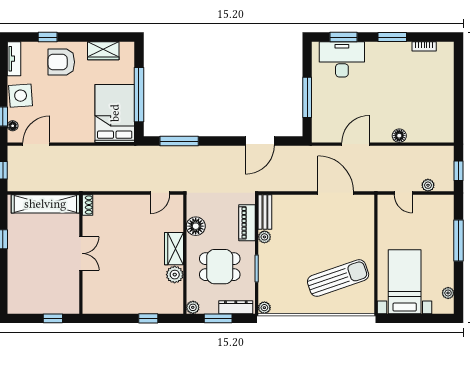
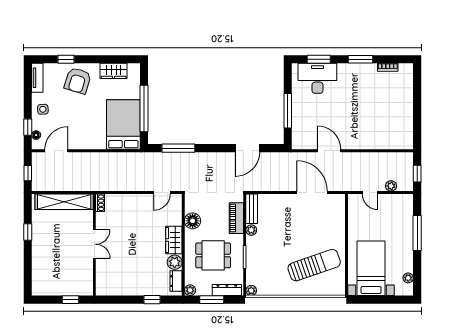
armchair: (61, 62) -> (78, 81), turned -73
side table: (21, 96) -> (43, 109), width x0.54, depth x0.54
floor lamp: (399, 136) -> (366, 144), removed
door: (356, 144) -> (329, 151), hinge flipped
dresser: (176, 297) -> (176, 281), added

